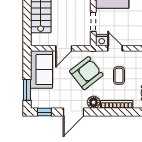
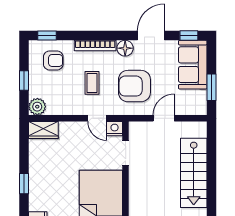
sofa: (41, 70) -> (193, 65), moved
armchair: (86, 73) -> (134, 86), turned 38
window: (27, 90) -> (212, 87), moved

